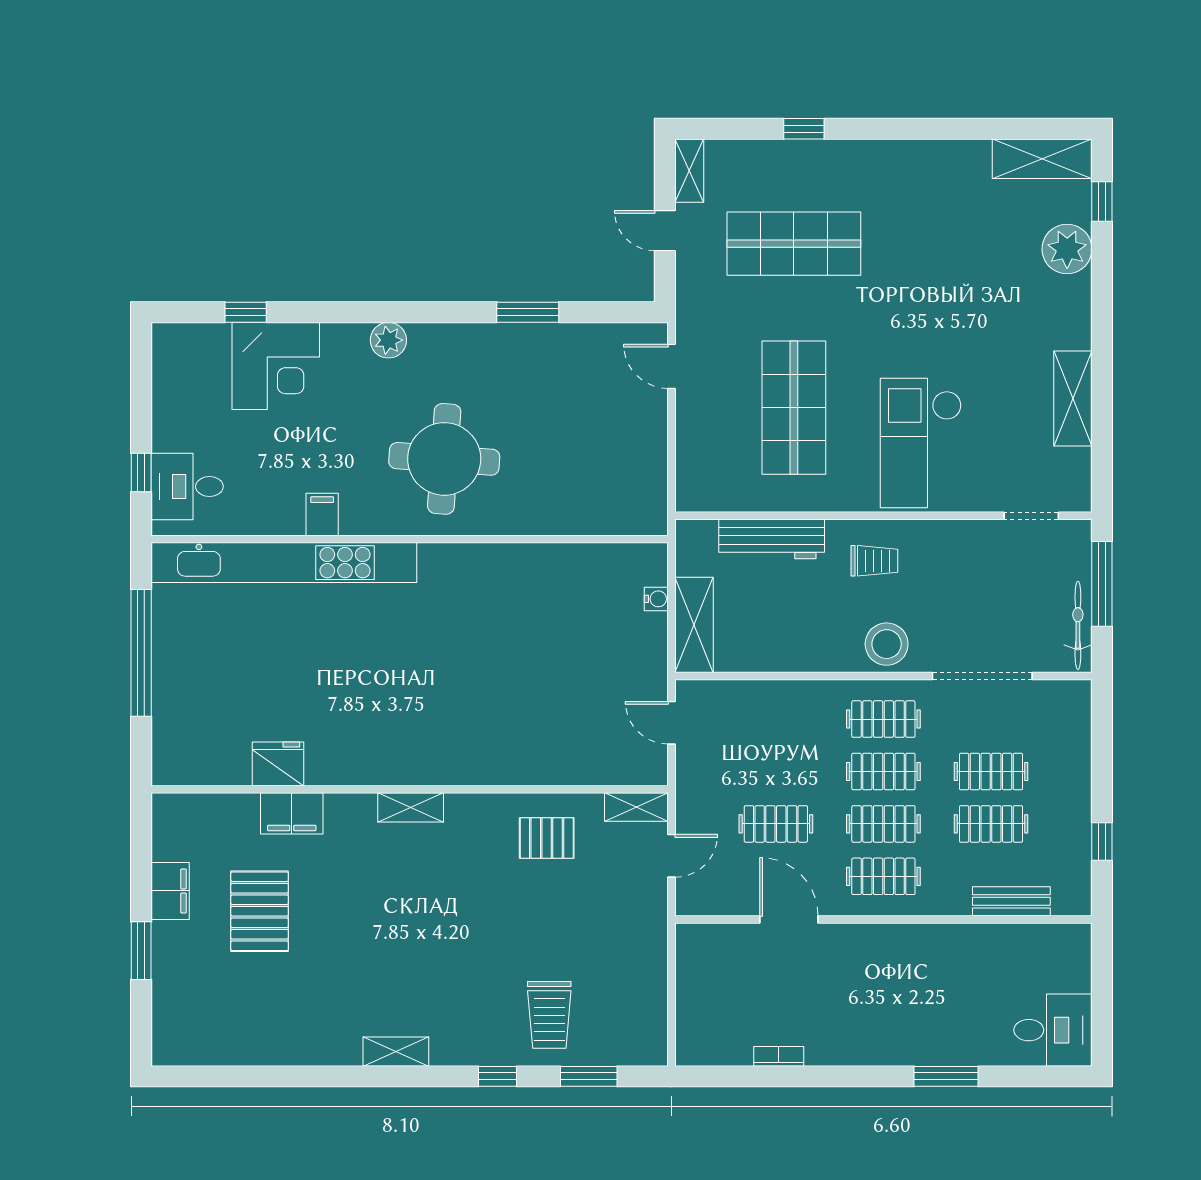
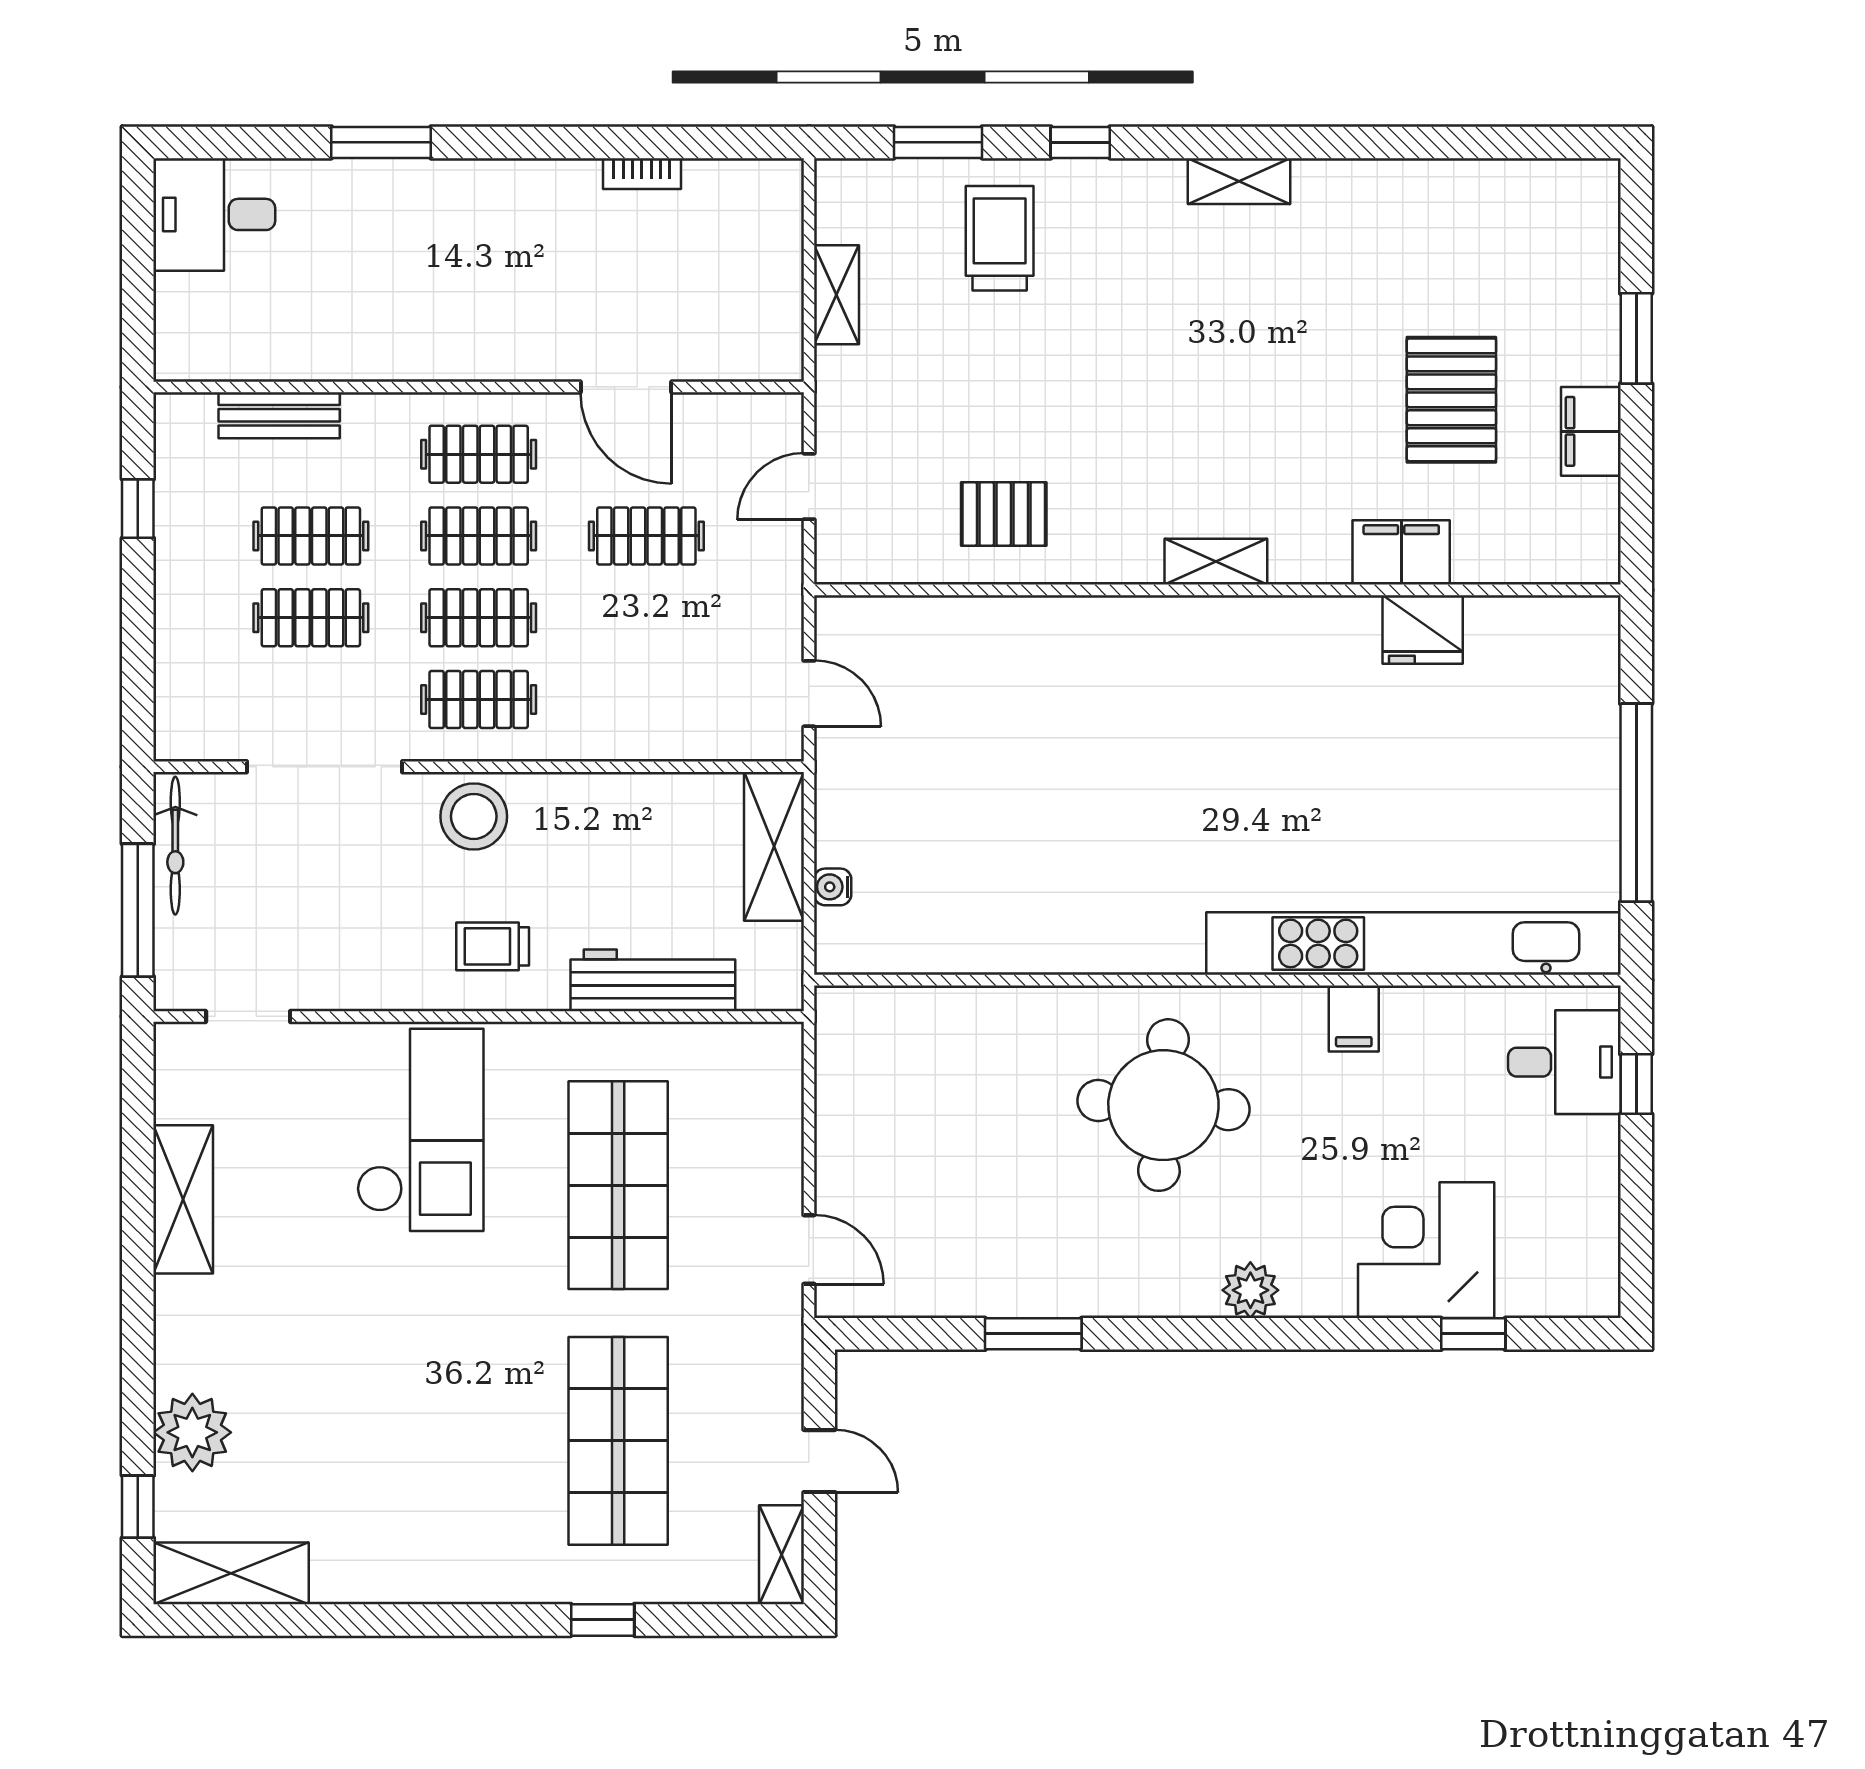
shop shelf: (794, 244) -> (618, 1441), turned 90
shelving: (636, 807) -> (836, 295), moved, turned 90

